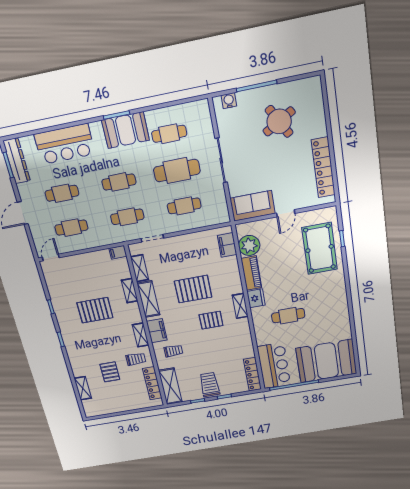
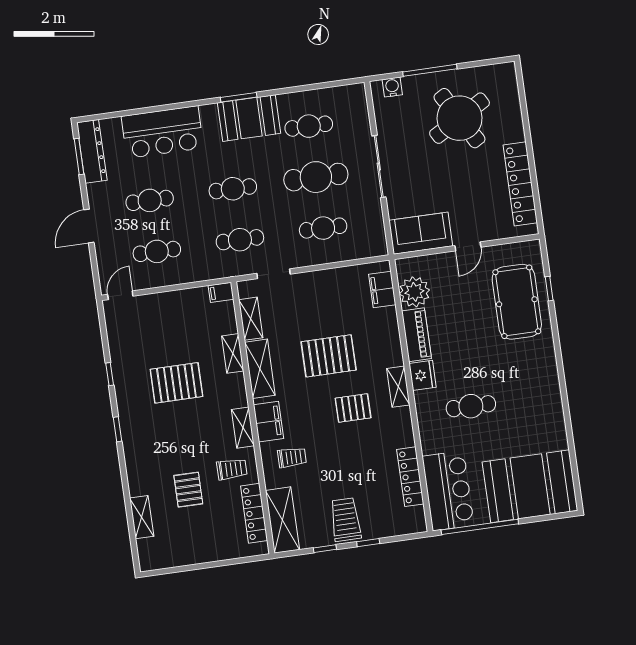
round table: (279, 121) -> (460, 118), width x1.36, depth x1.36
locker: (252, 374) -> (410, 477), moved

